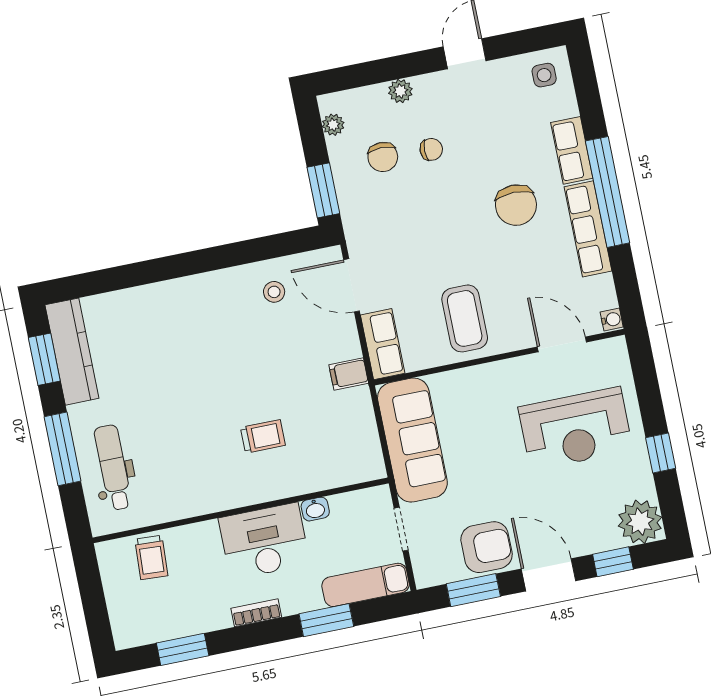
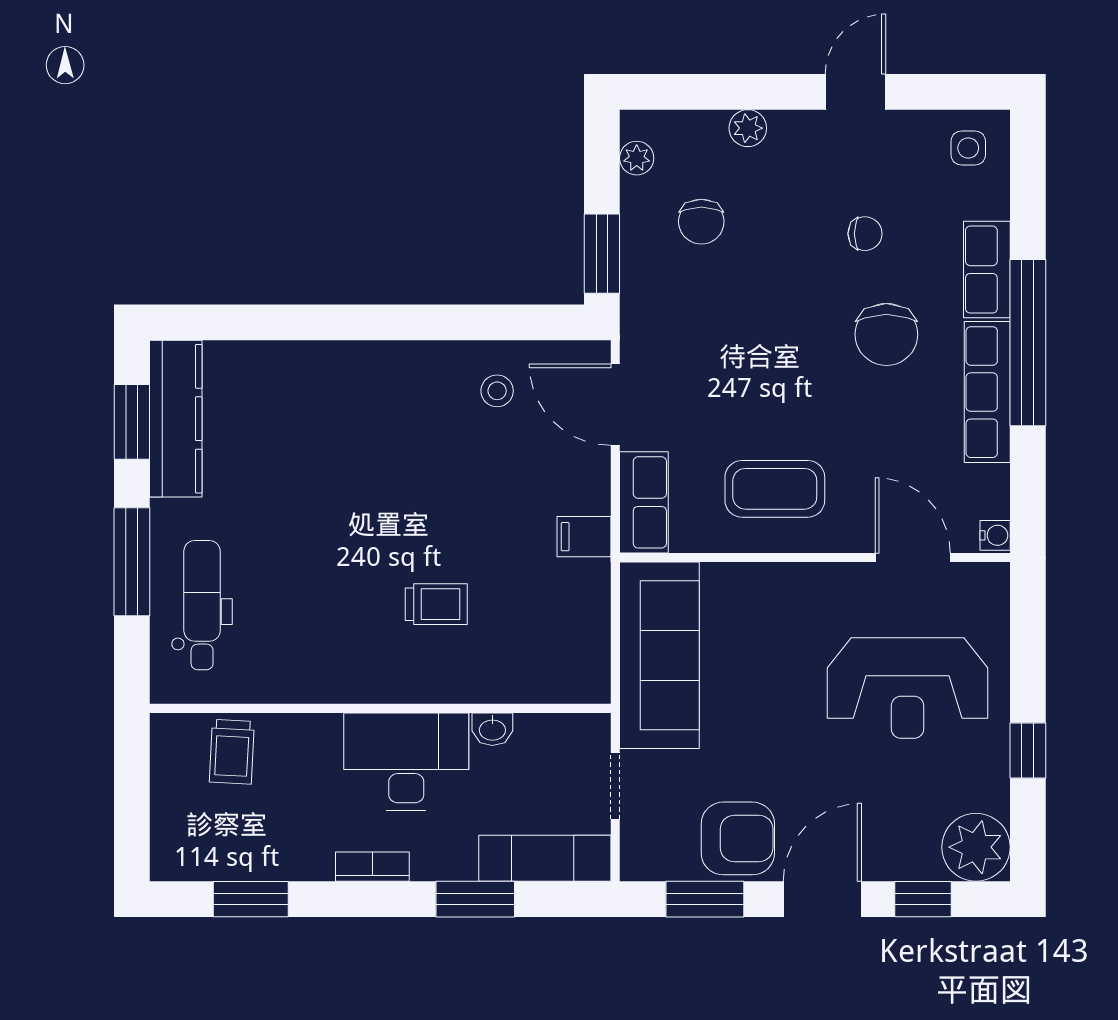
chair: (431, 149) -> (865, 234), moved
coffee table: (465, 318) -> (775, 489), turned 90
door: (549, 575) -> (822, 899), hinge flipped

